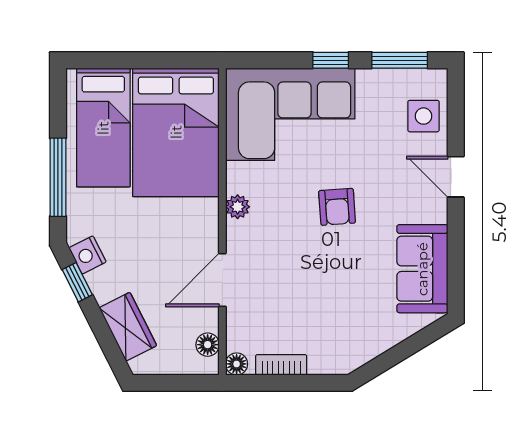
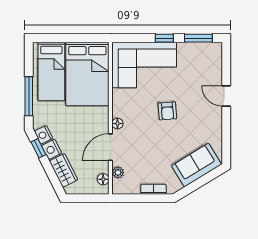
side table: (424, 116) -> (210, 66), removed
plant: (238, 207) -> (118, 172), moved
sofa: (422, 269) -> (197, 165), moved, turned 59
nightstand: (104, 284) -> (52, 149), added
floor lamp: (237, 364) -> (117, 124), moved
bookcase: (281, 365) -> (153, 189), moved

